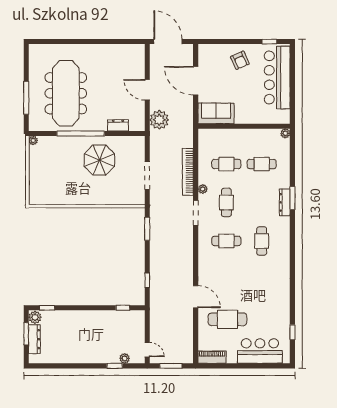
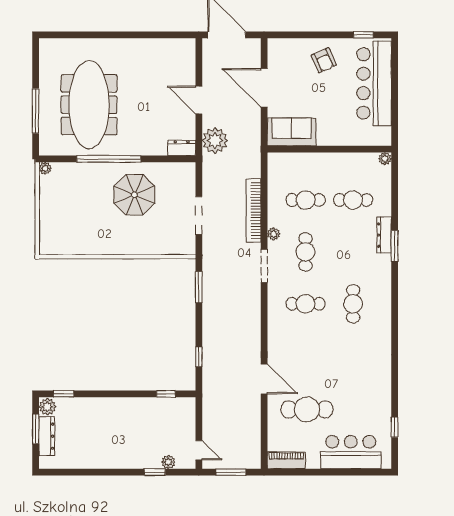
dresser: (118, 125) -> (182, 148), moved
dresser: (285, 202) -> (384, 235), moved

